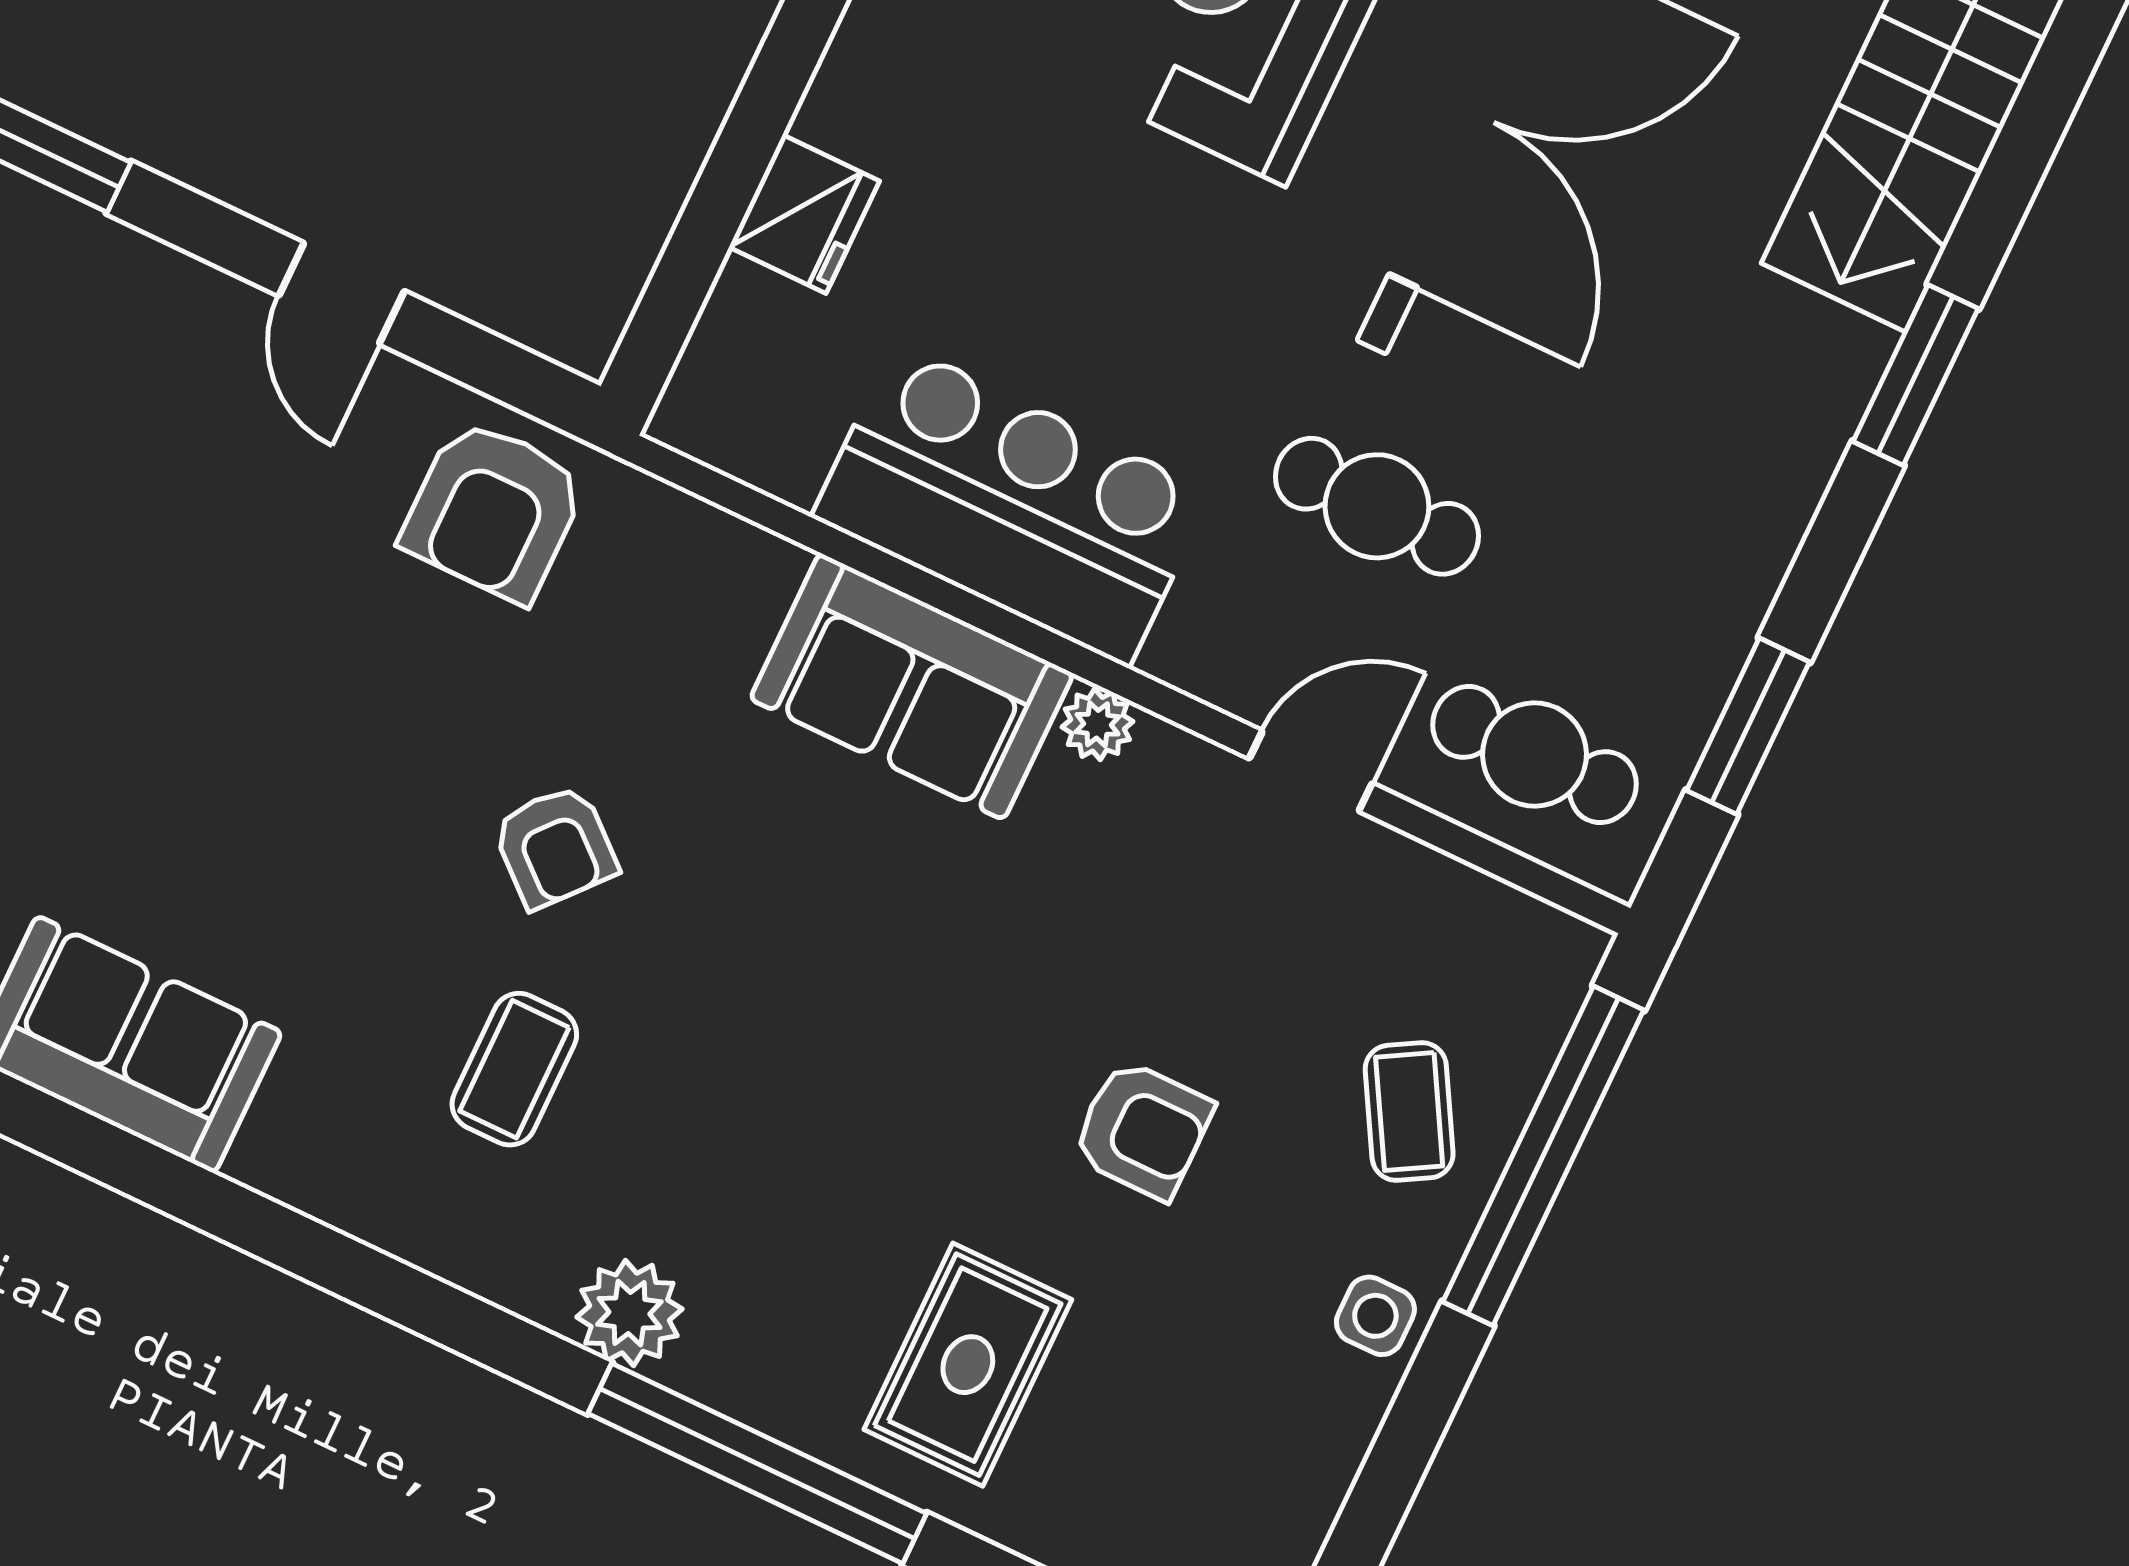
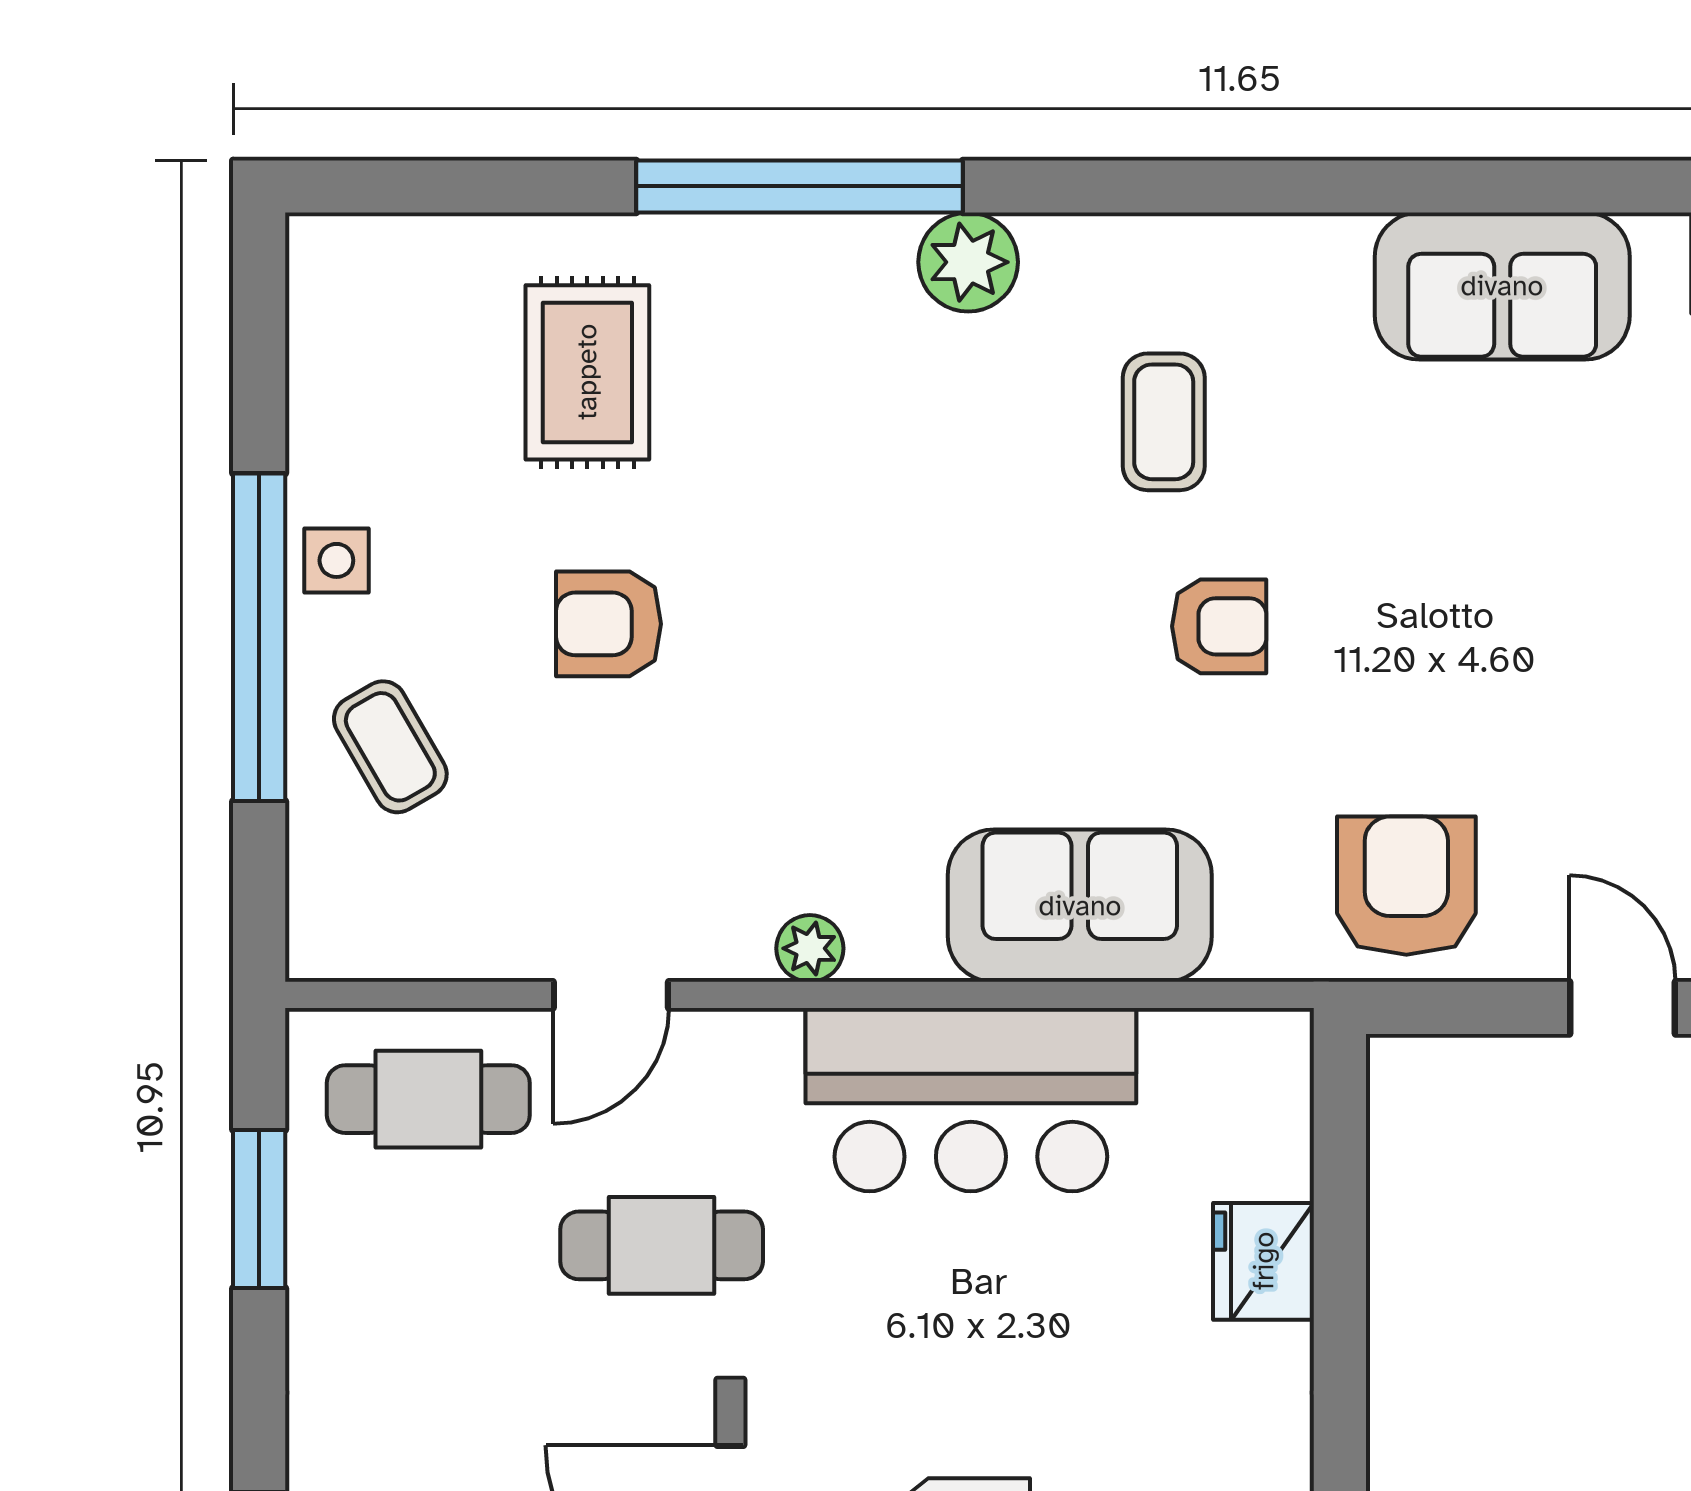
sofa: (912, 686) -> (1080, 906), moved
armchair: (555, 847) -> (1219, 626), turned 139
window: (1543, 1156) -> (259, 637), moved
rug: (968, 1365) -> (587, 372), moved

